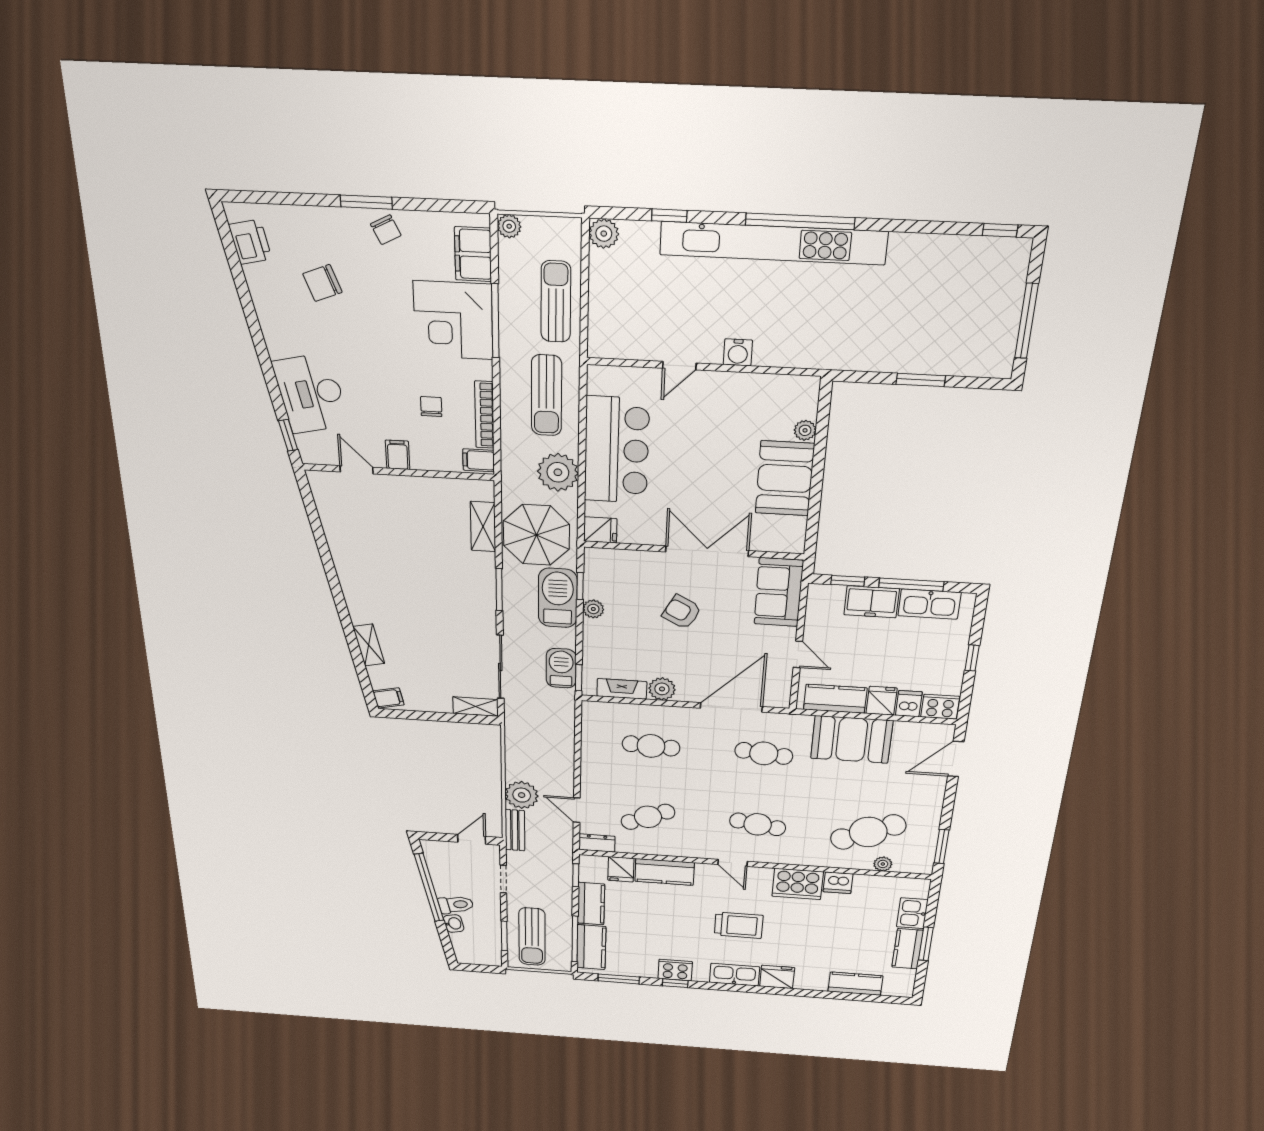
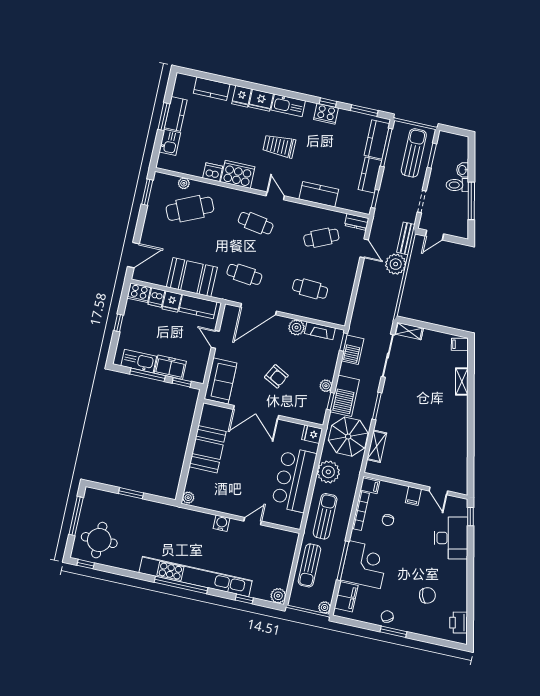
round table: (976, 282) -> (99, 540), added
plant: (805, 430) -> (188, 498), moved
fridge: (621, 869) -> (242, 96), moved, turned 180
window: (429, 888) -> (471, 201), width x0.68

